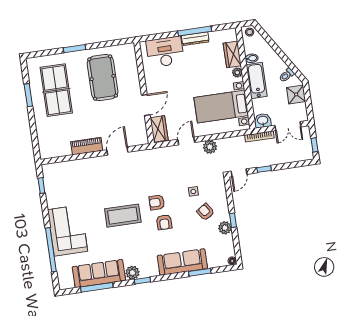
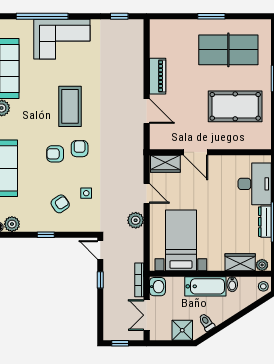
plant: (237, 72) -> (262, 265), moved
window: (28, 95) -> (211, 16), moved
plant: (225, 228) -> (12, 224), moved

